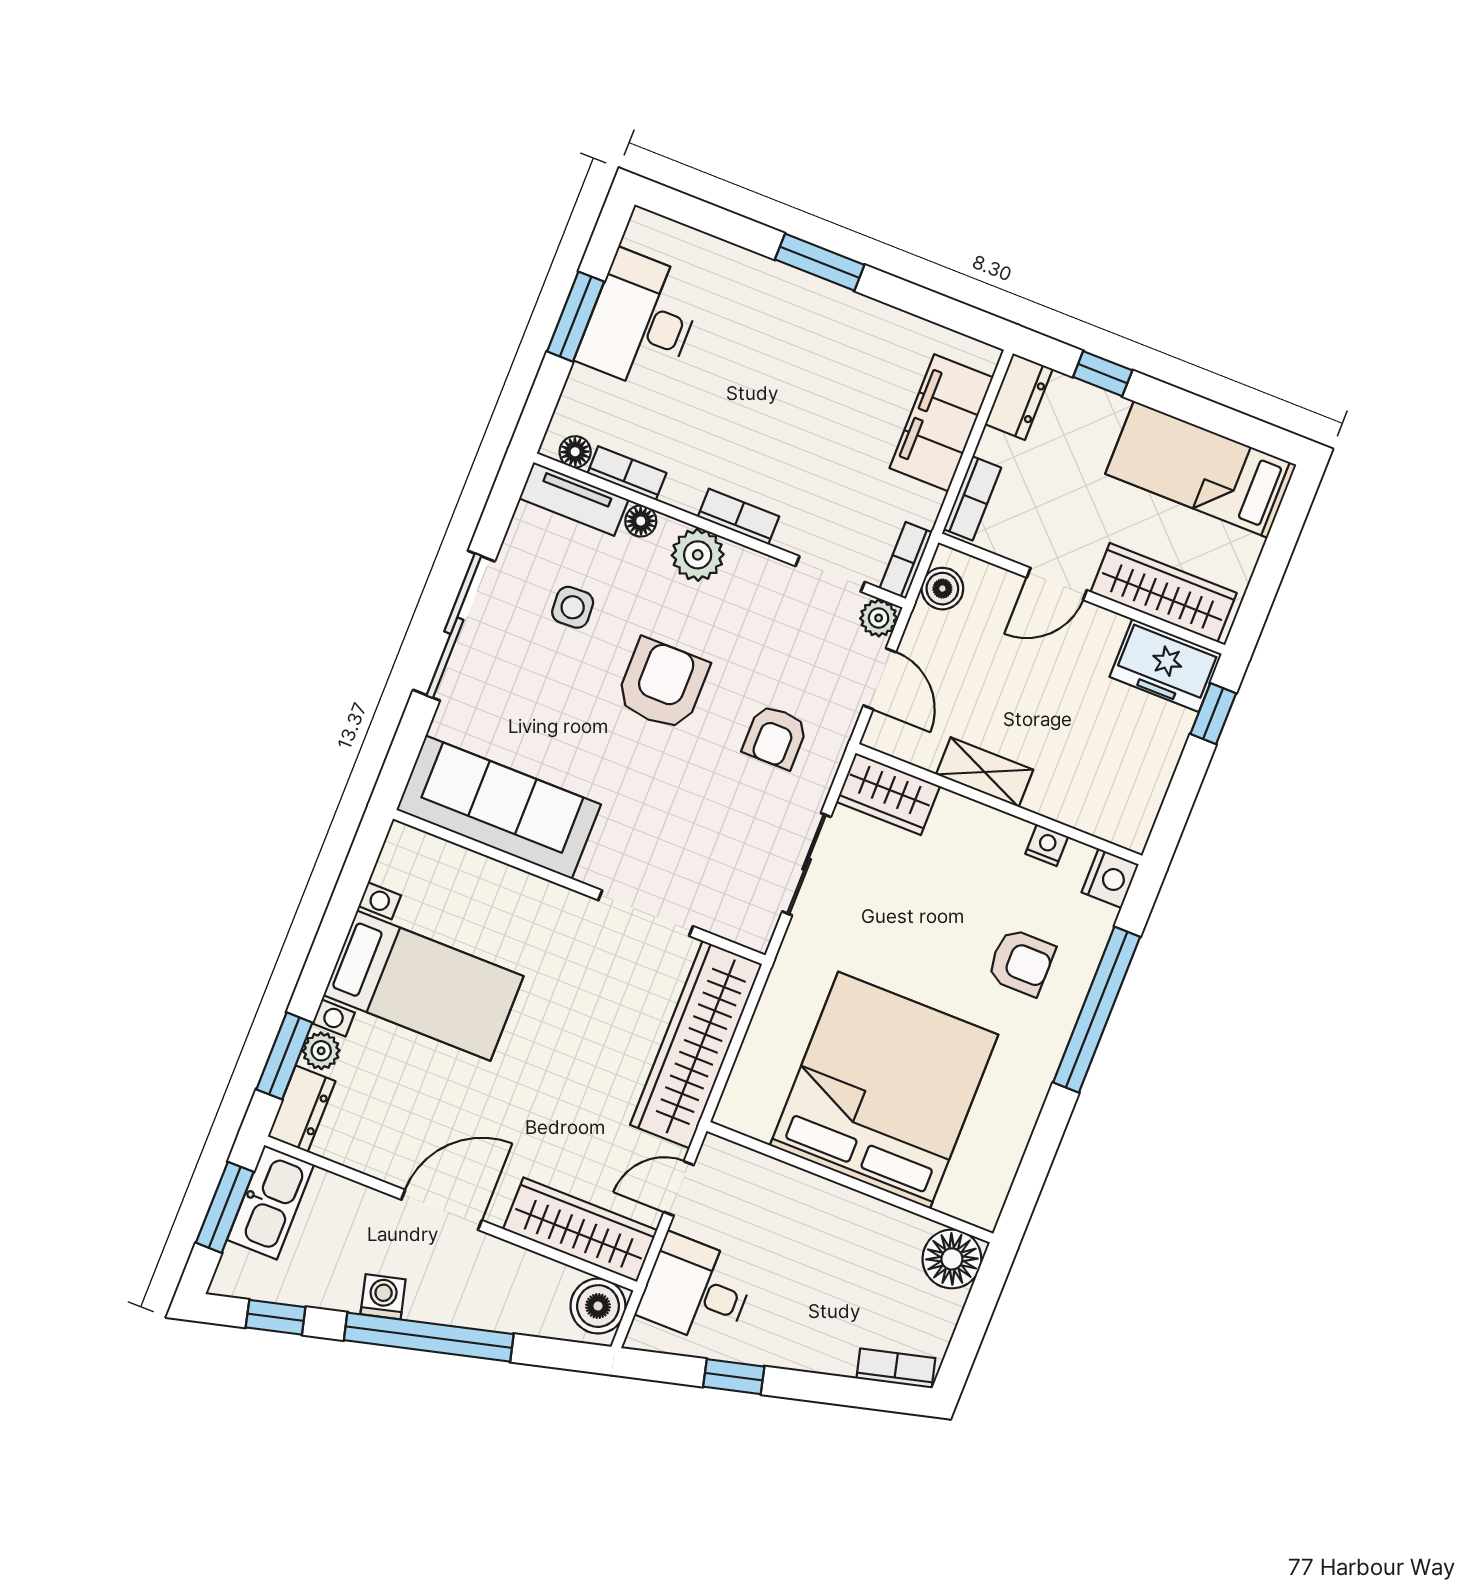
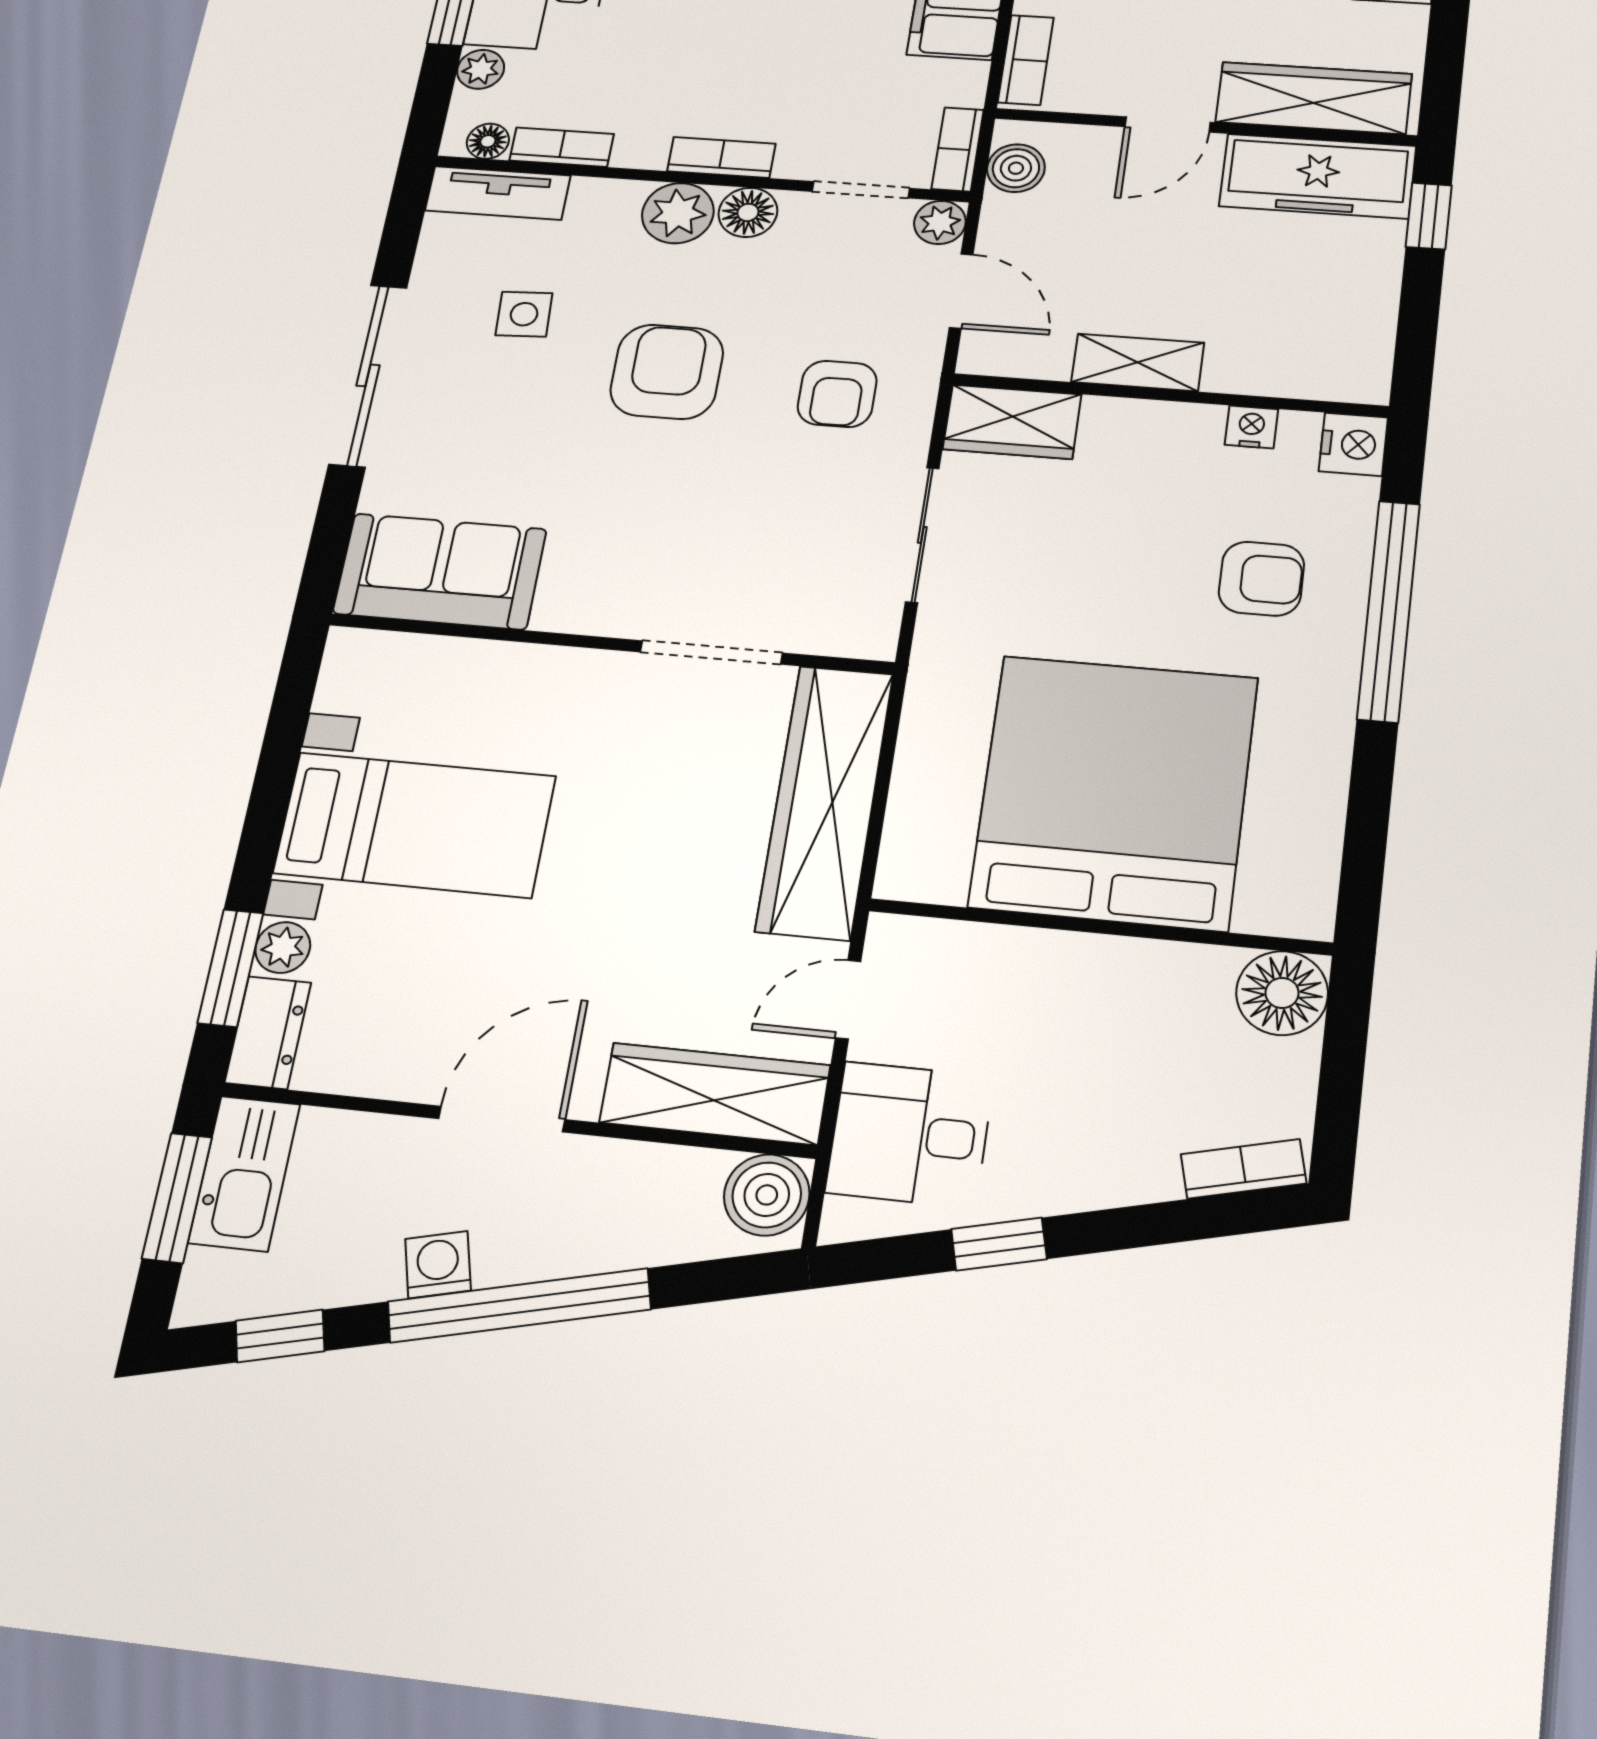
plant: (582, 387) -> (481, 69), added
floor lamp: (641, 521) -> (748, 212), moved, width x1.37, depth x1.37
freezer: (1166, 665) -> (1318, 176), width x1.40
sofa: (499, 807) -> (440, 571), width x0.73

